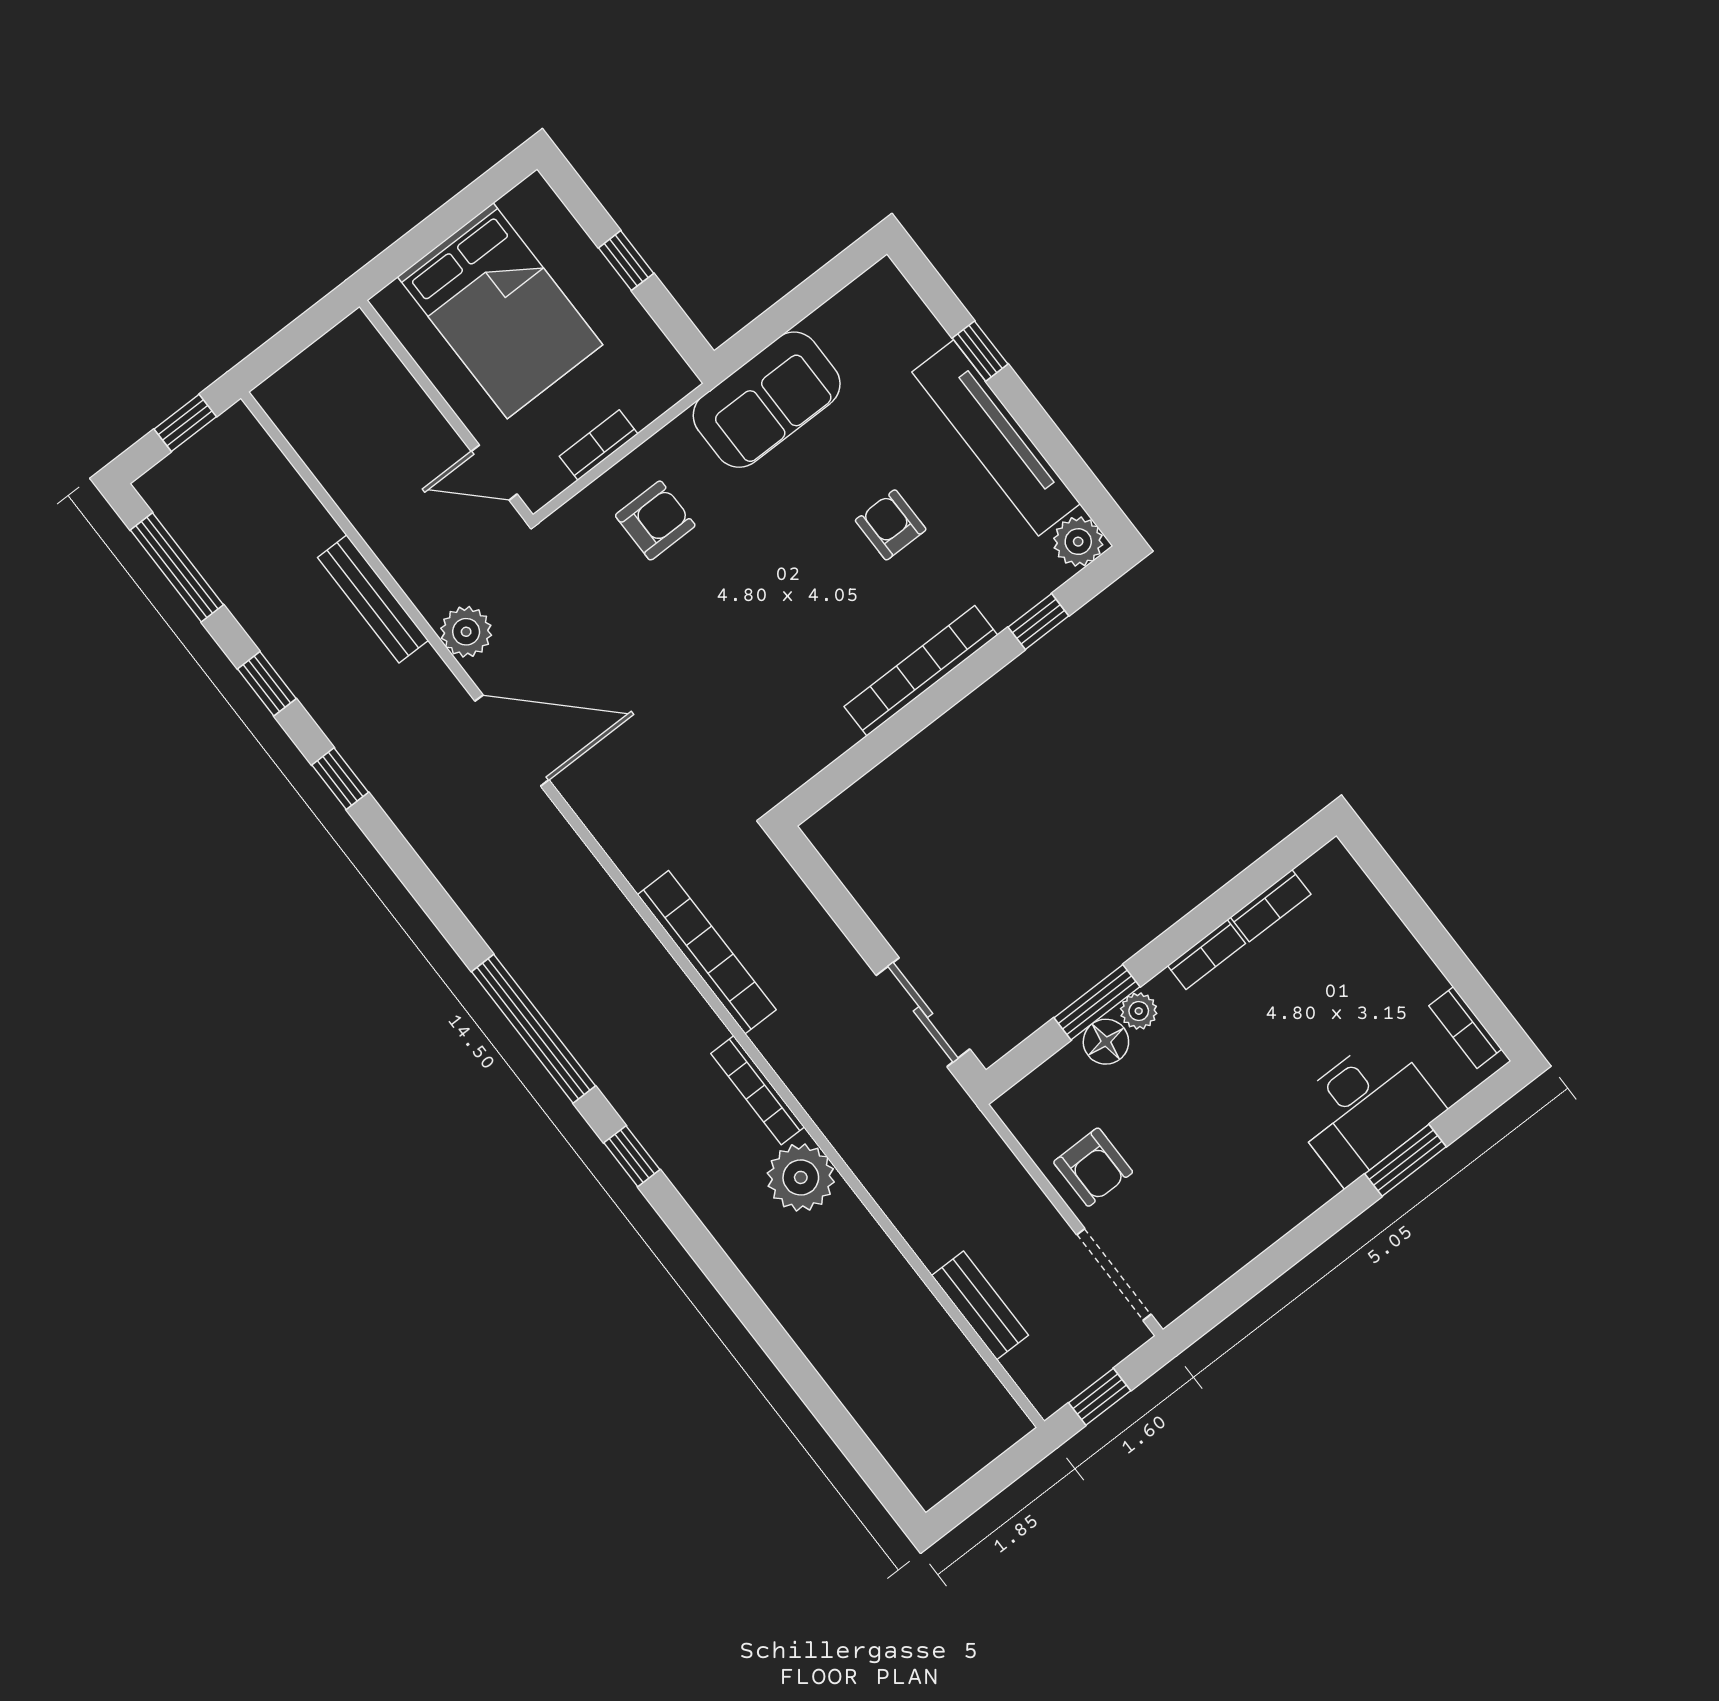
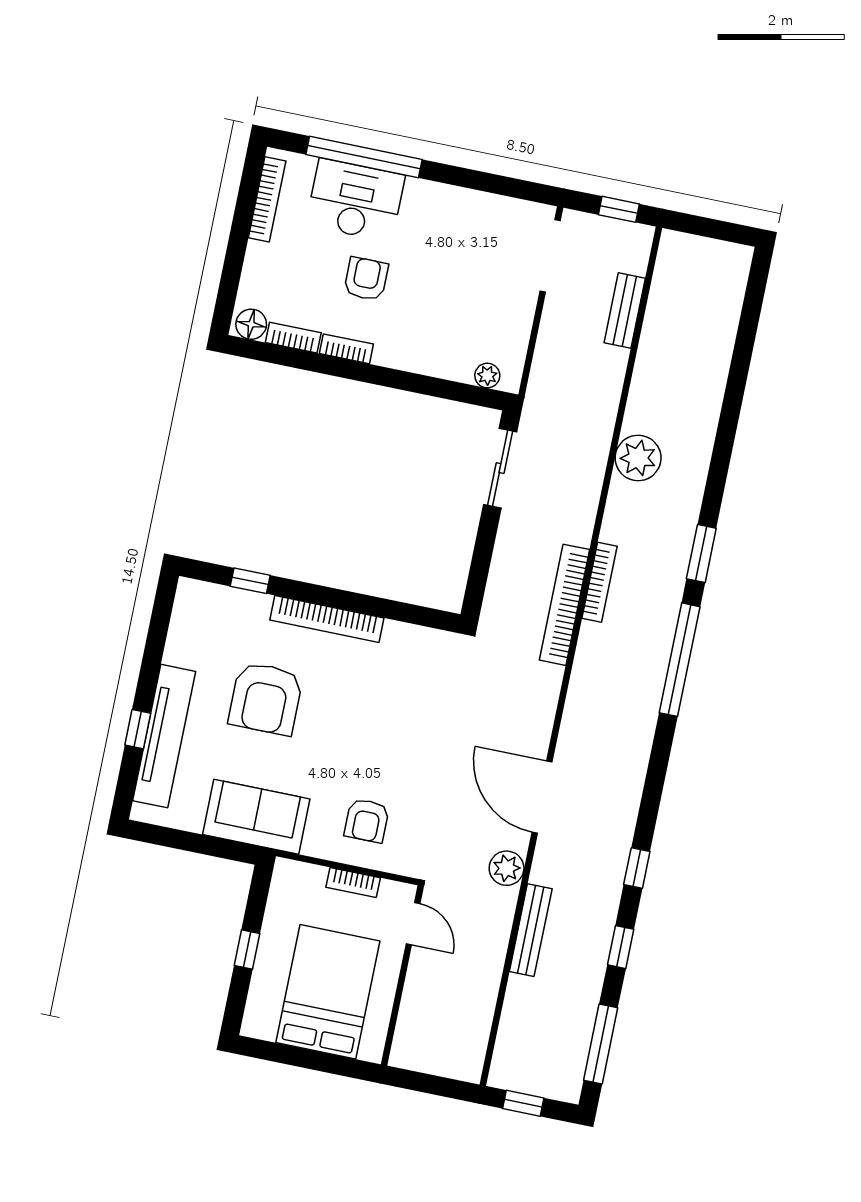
tv unit: (996, 438) -> (164, 736), moved
armchair: (655, 520) -> (367, 821), turned -90
armchair: (891, 525) -> (266, 699), width x1.88, depth x1.88
plant: (1078, 542) -> (192, 596), removed
window: (1097, 1002) -> (419, 384), removed
plant: (1139, 1011) -> (487, 376), moved
bookcase: (1465, 1028) -> (267, 199), width x1.56
floor lamp: (1106, 1042) -> (251, 324), moved
bookcase: (758, 1090) -> (599, 582), moved
window: (632, 1156) -> (701, 553), width x1.50
window: (1405, 1160) -> (364, 157), width x2.11
armchair: (1093, 1167) -> (366, 279), moved

